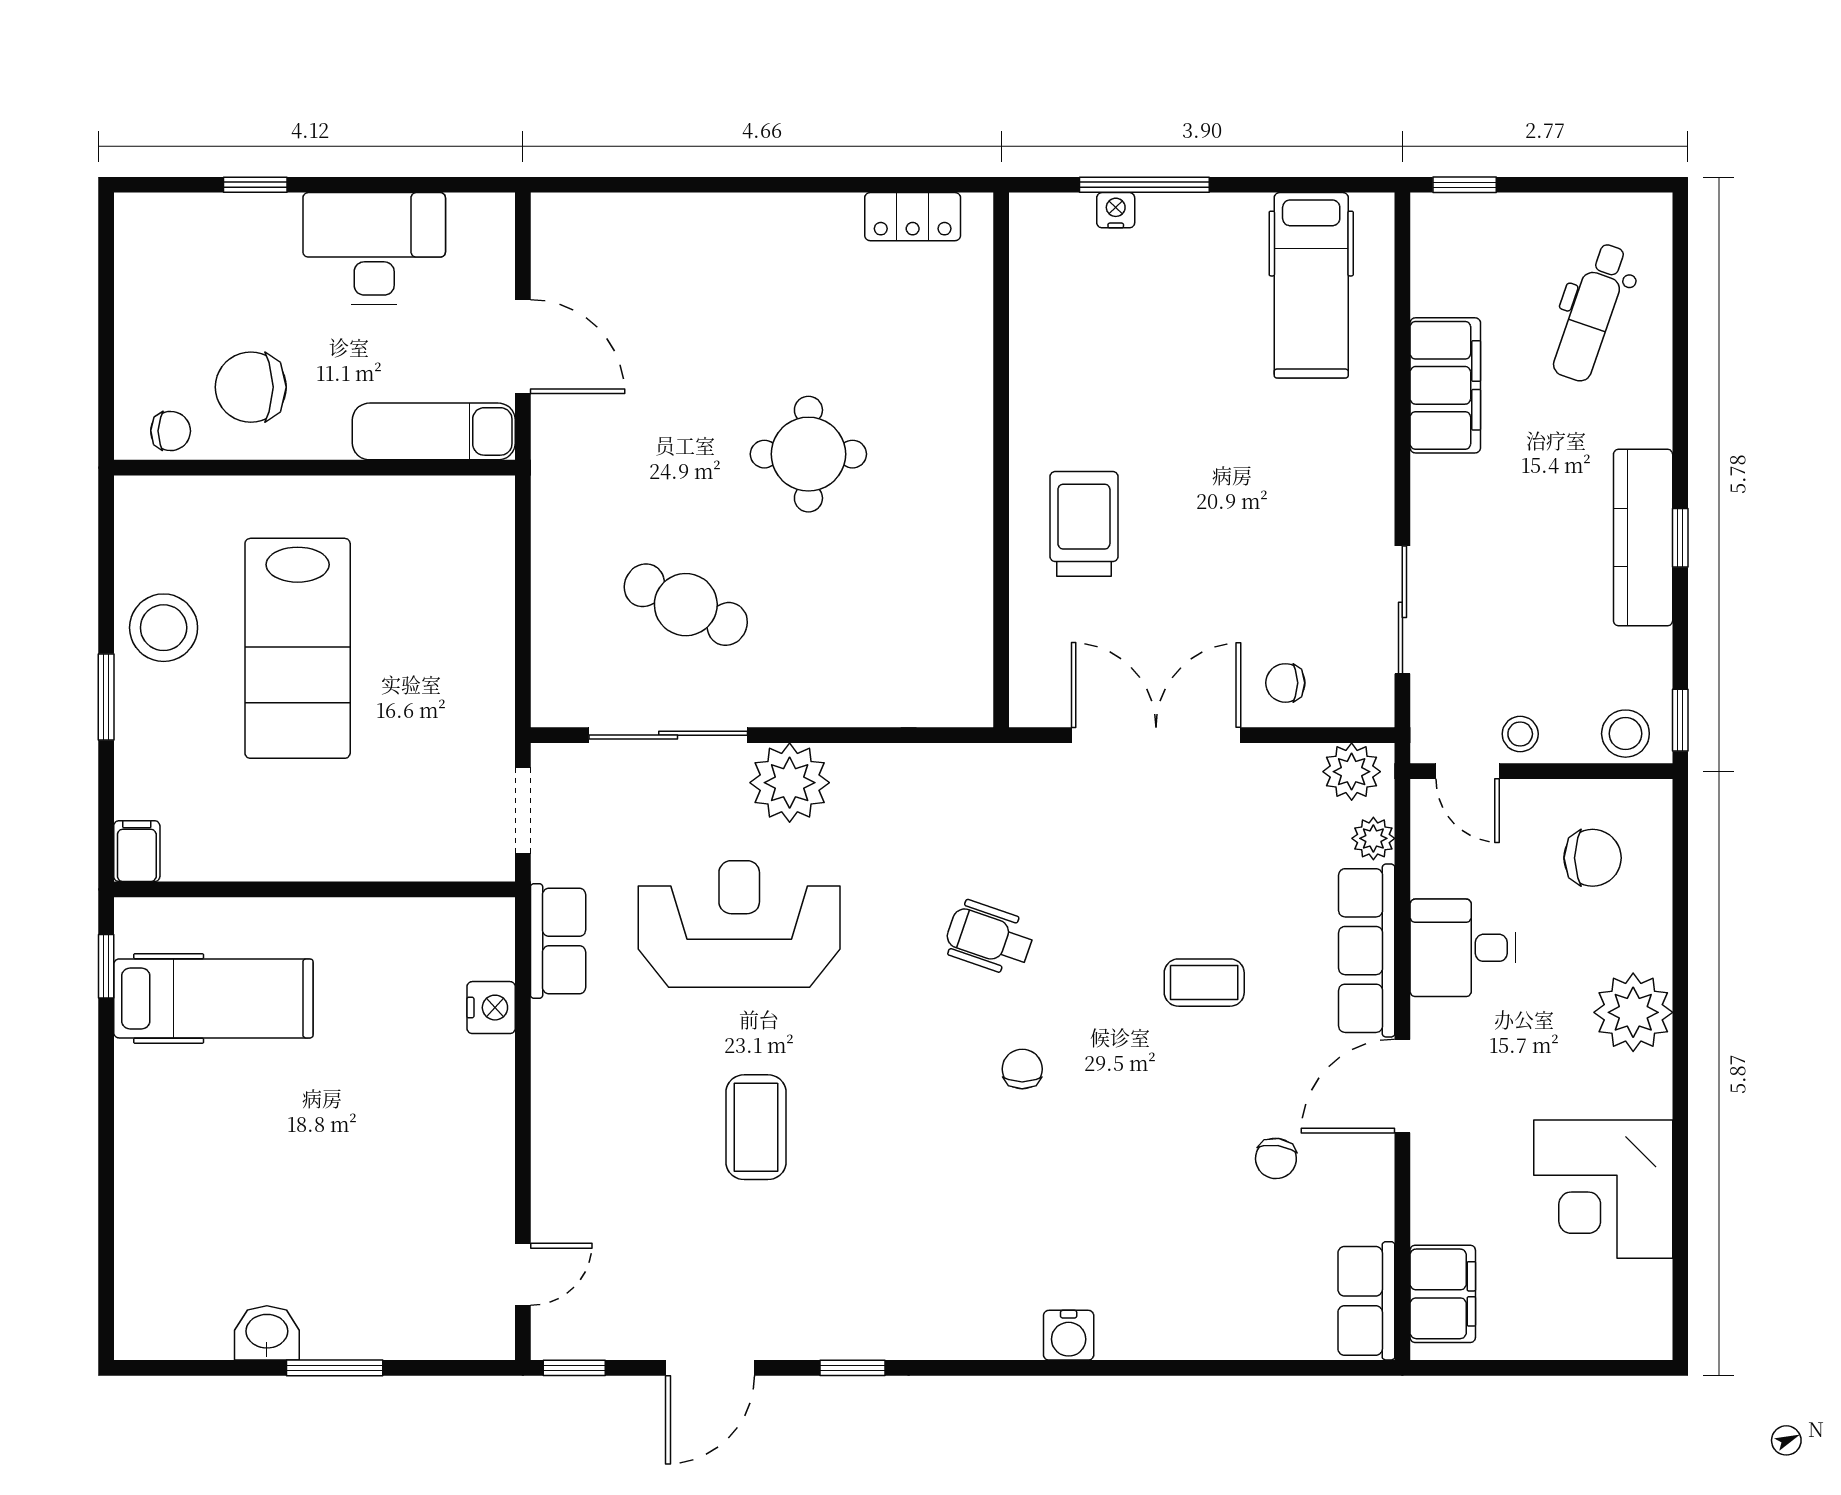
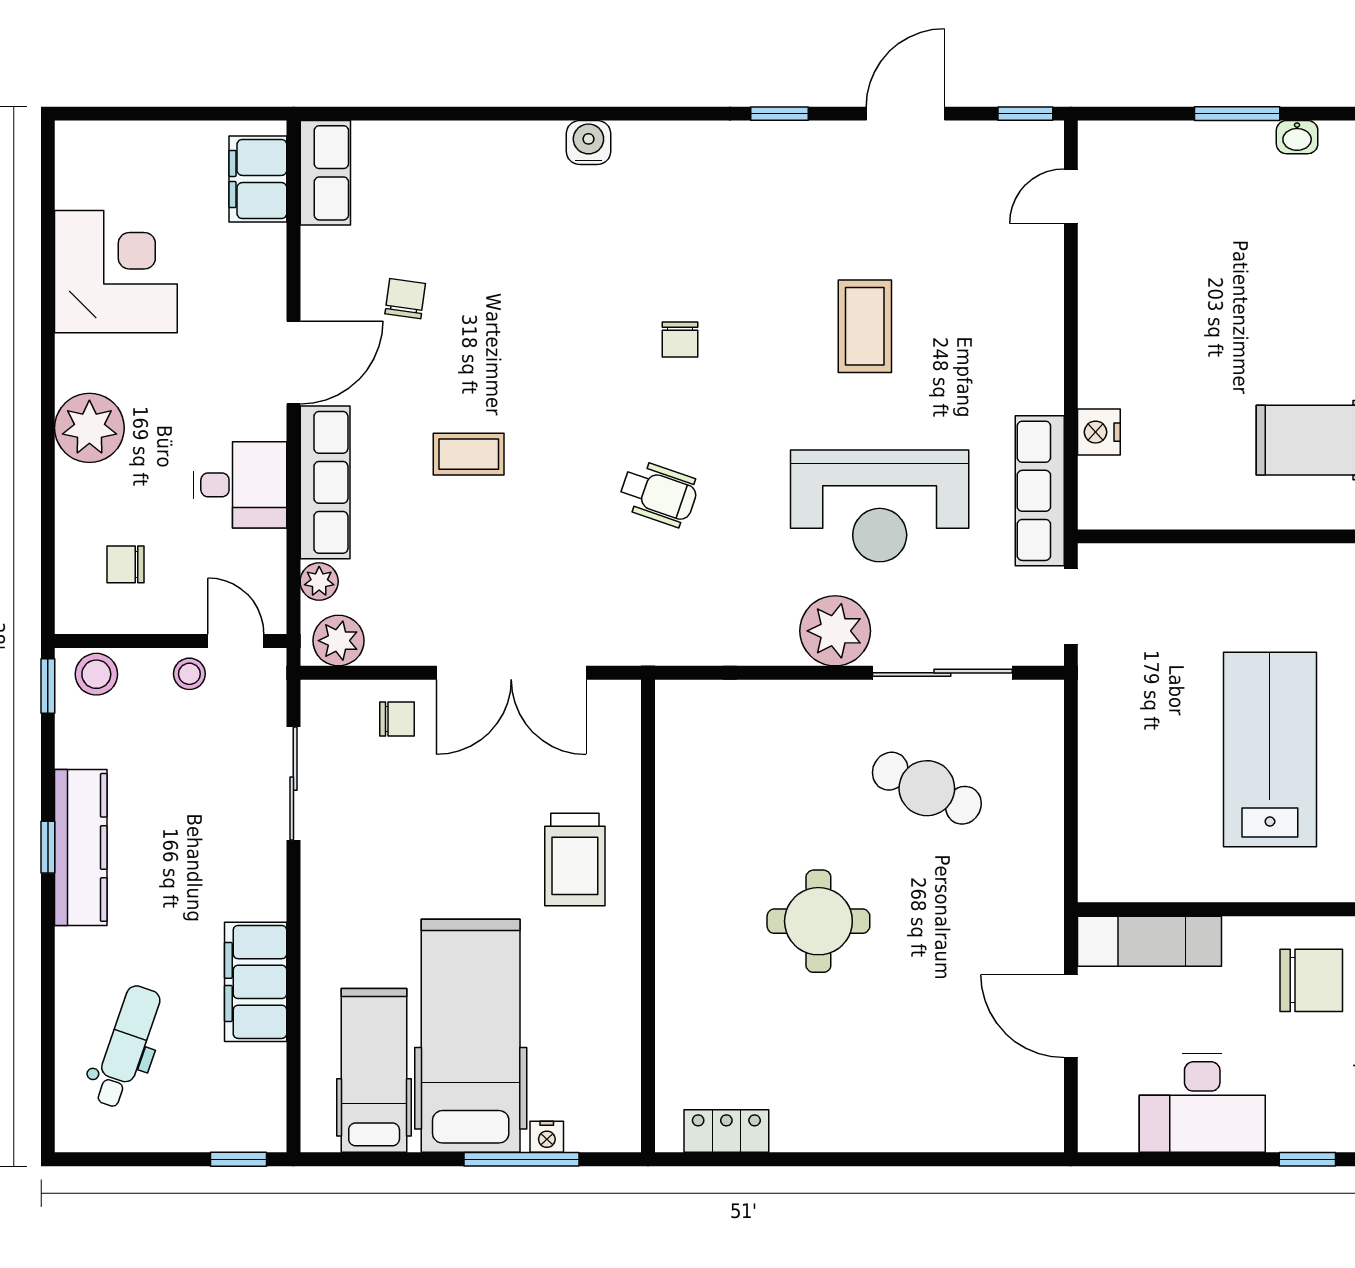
hospital bed: (1202, 324) -> (471, 1036), added
chair: (1593, 858) -> (125, 564), width x0.73, depth x0.73
row of seats: (558, 941) -> (1040, 491), width x1.48
chair: (1022, 1069) -> (680, 339), moved
washbasin: (267, 1333) -> (1297, 137), width x0.72, depth x0.69

